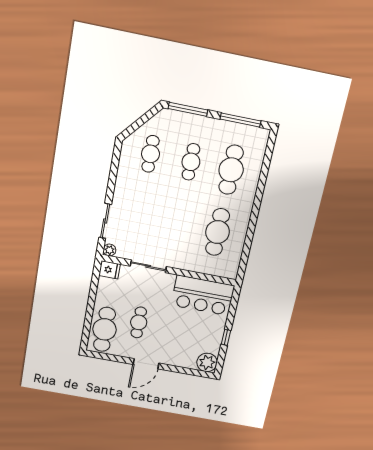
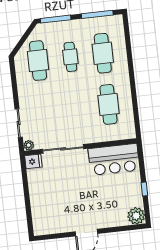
cafe table: (150, 154) -> (38, 61), width x1.37, depth x1.35
sliding door: (148, 266) -> (63, 149), width x1.37
cafe table: (139, 322) -> (70, 198), removed
cafe table: (104, 329) -> (44, 213), removed

